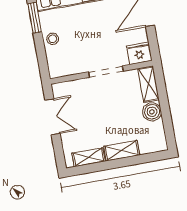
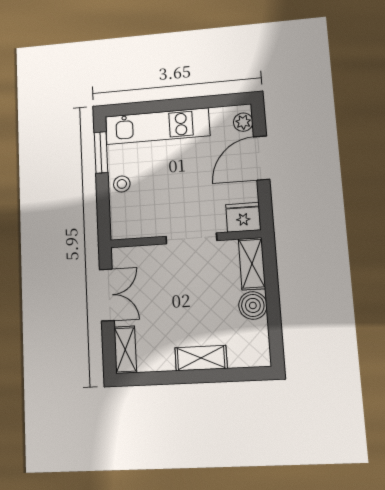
shelving: (89, 157) -> (125, 350), moved, turned 90

